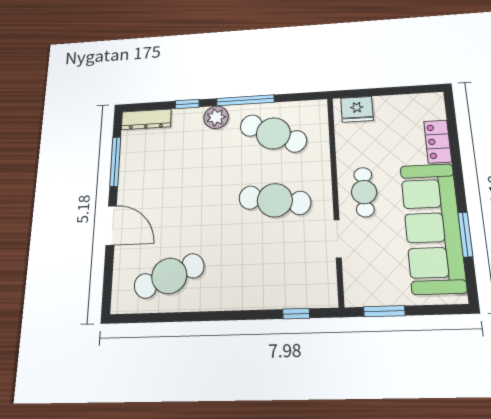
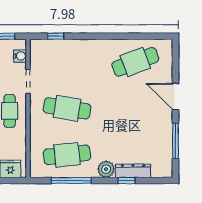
window: (245, 100) -> (71, 181), moved
dresser: (146, 119) -> (133, 171), moved
cafe table: (273, 133) -> (67, 155), turned -30
water cooler: (353, 279) -> (20, 56), added

